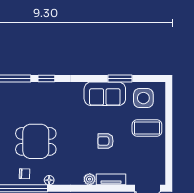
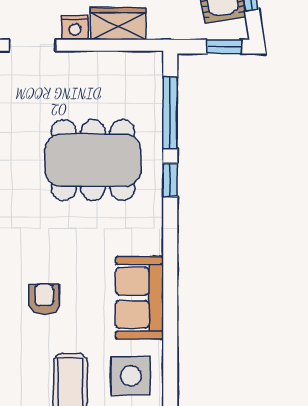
window: (120, 79) -> (170, 329), removed
dining table: (36, 141) -> (93, 160), moved, width x1.38

